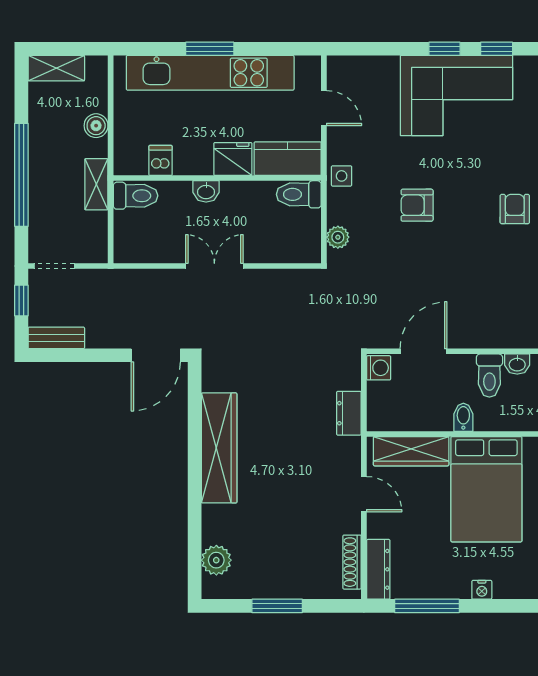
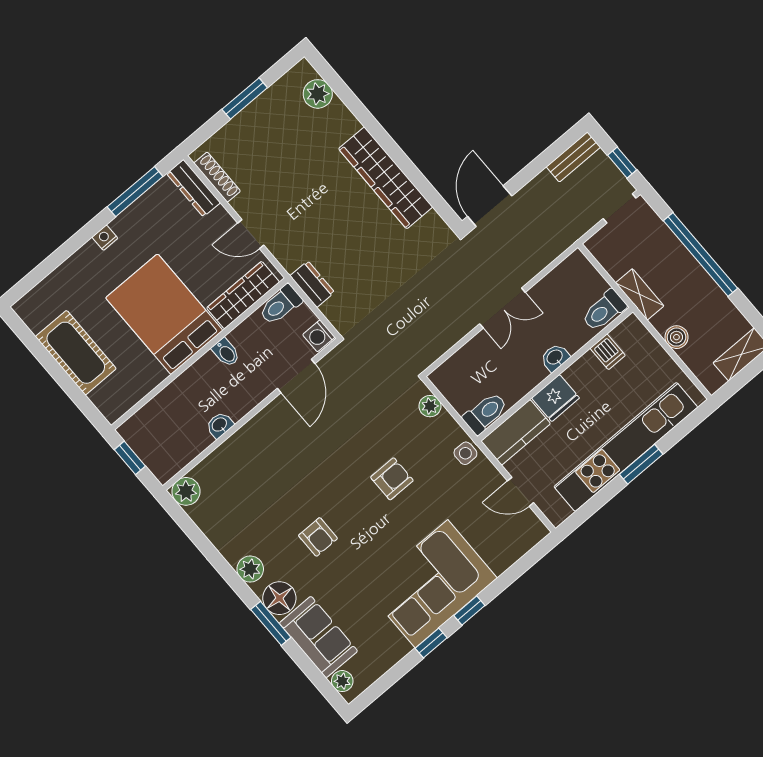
toilet: (489, 376) -> (280, 305), moved, turned -90

